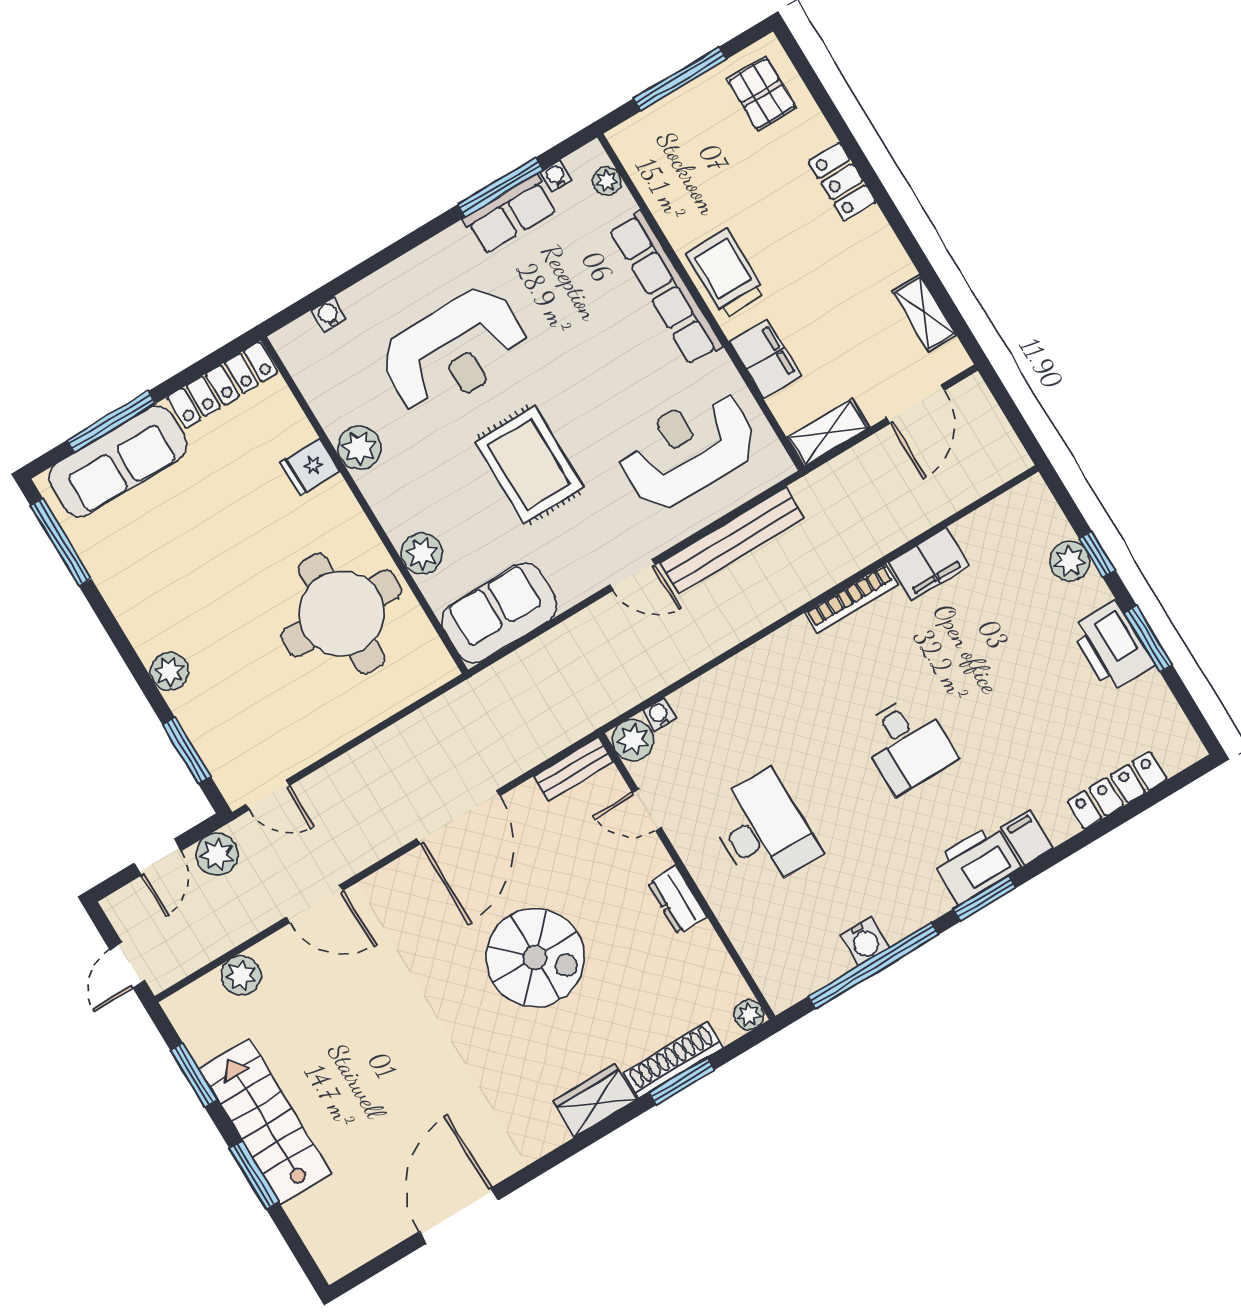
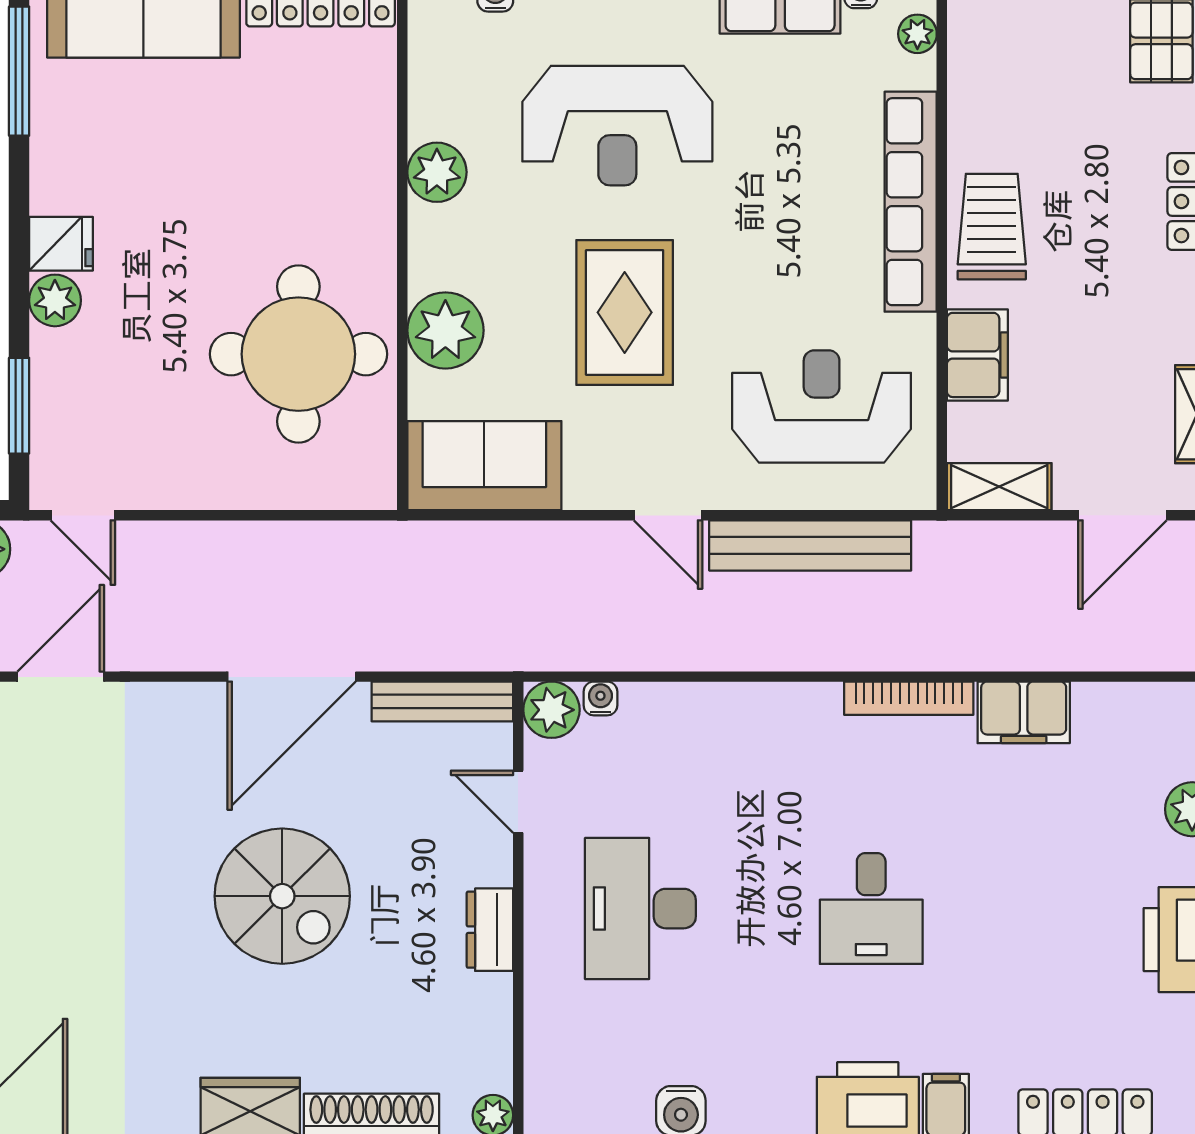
fridge: (310, 467) -> (61, 244), moved, turned 180
plant: (422, 554) -> (445, 330), width x1.36, depth x1.36
bench: (574, 769) -> (442, 701), width x1.36
desk: (763, 830) -> (640, 909), turned 180
door: (315, 904) -> (61, 677), swing flipped

